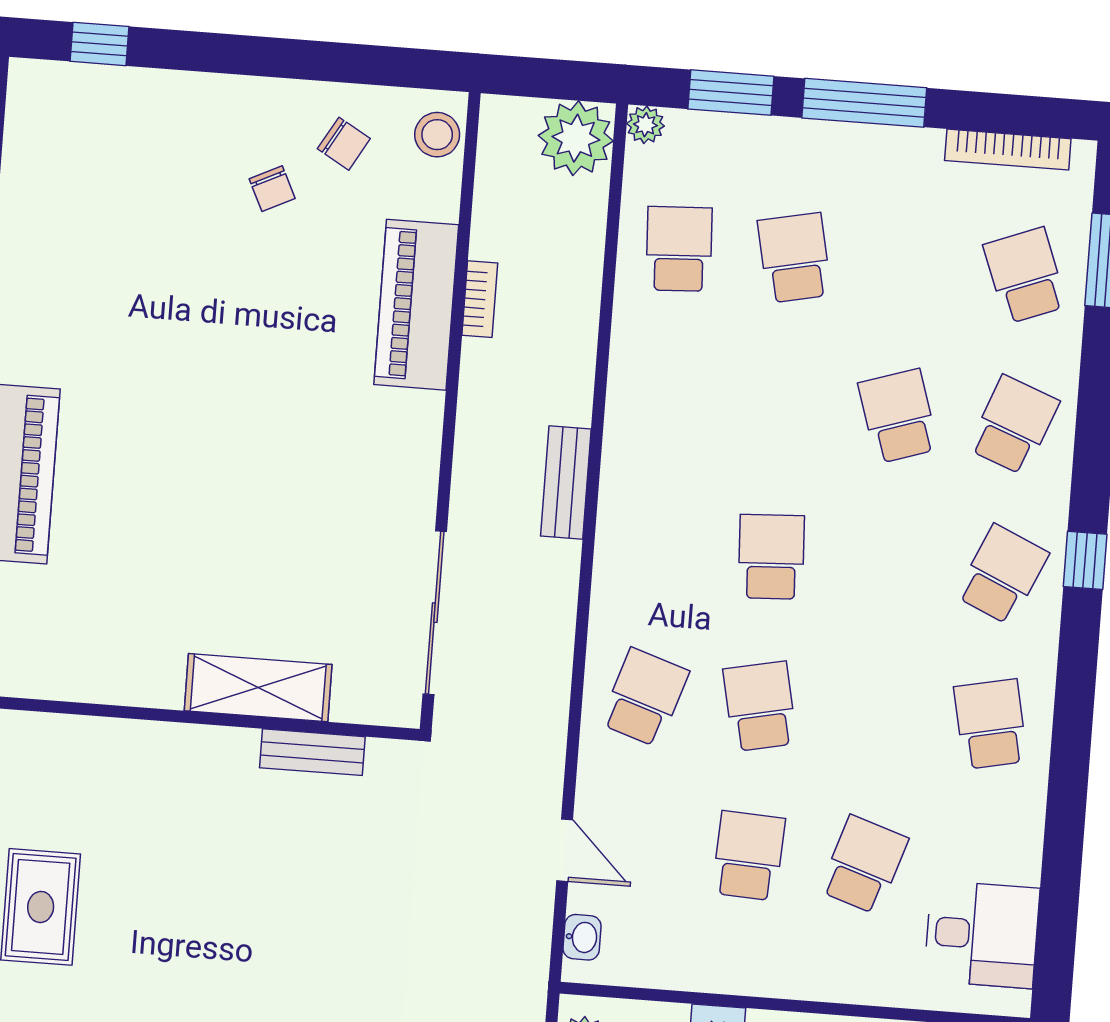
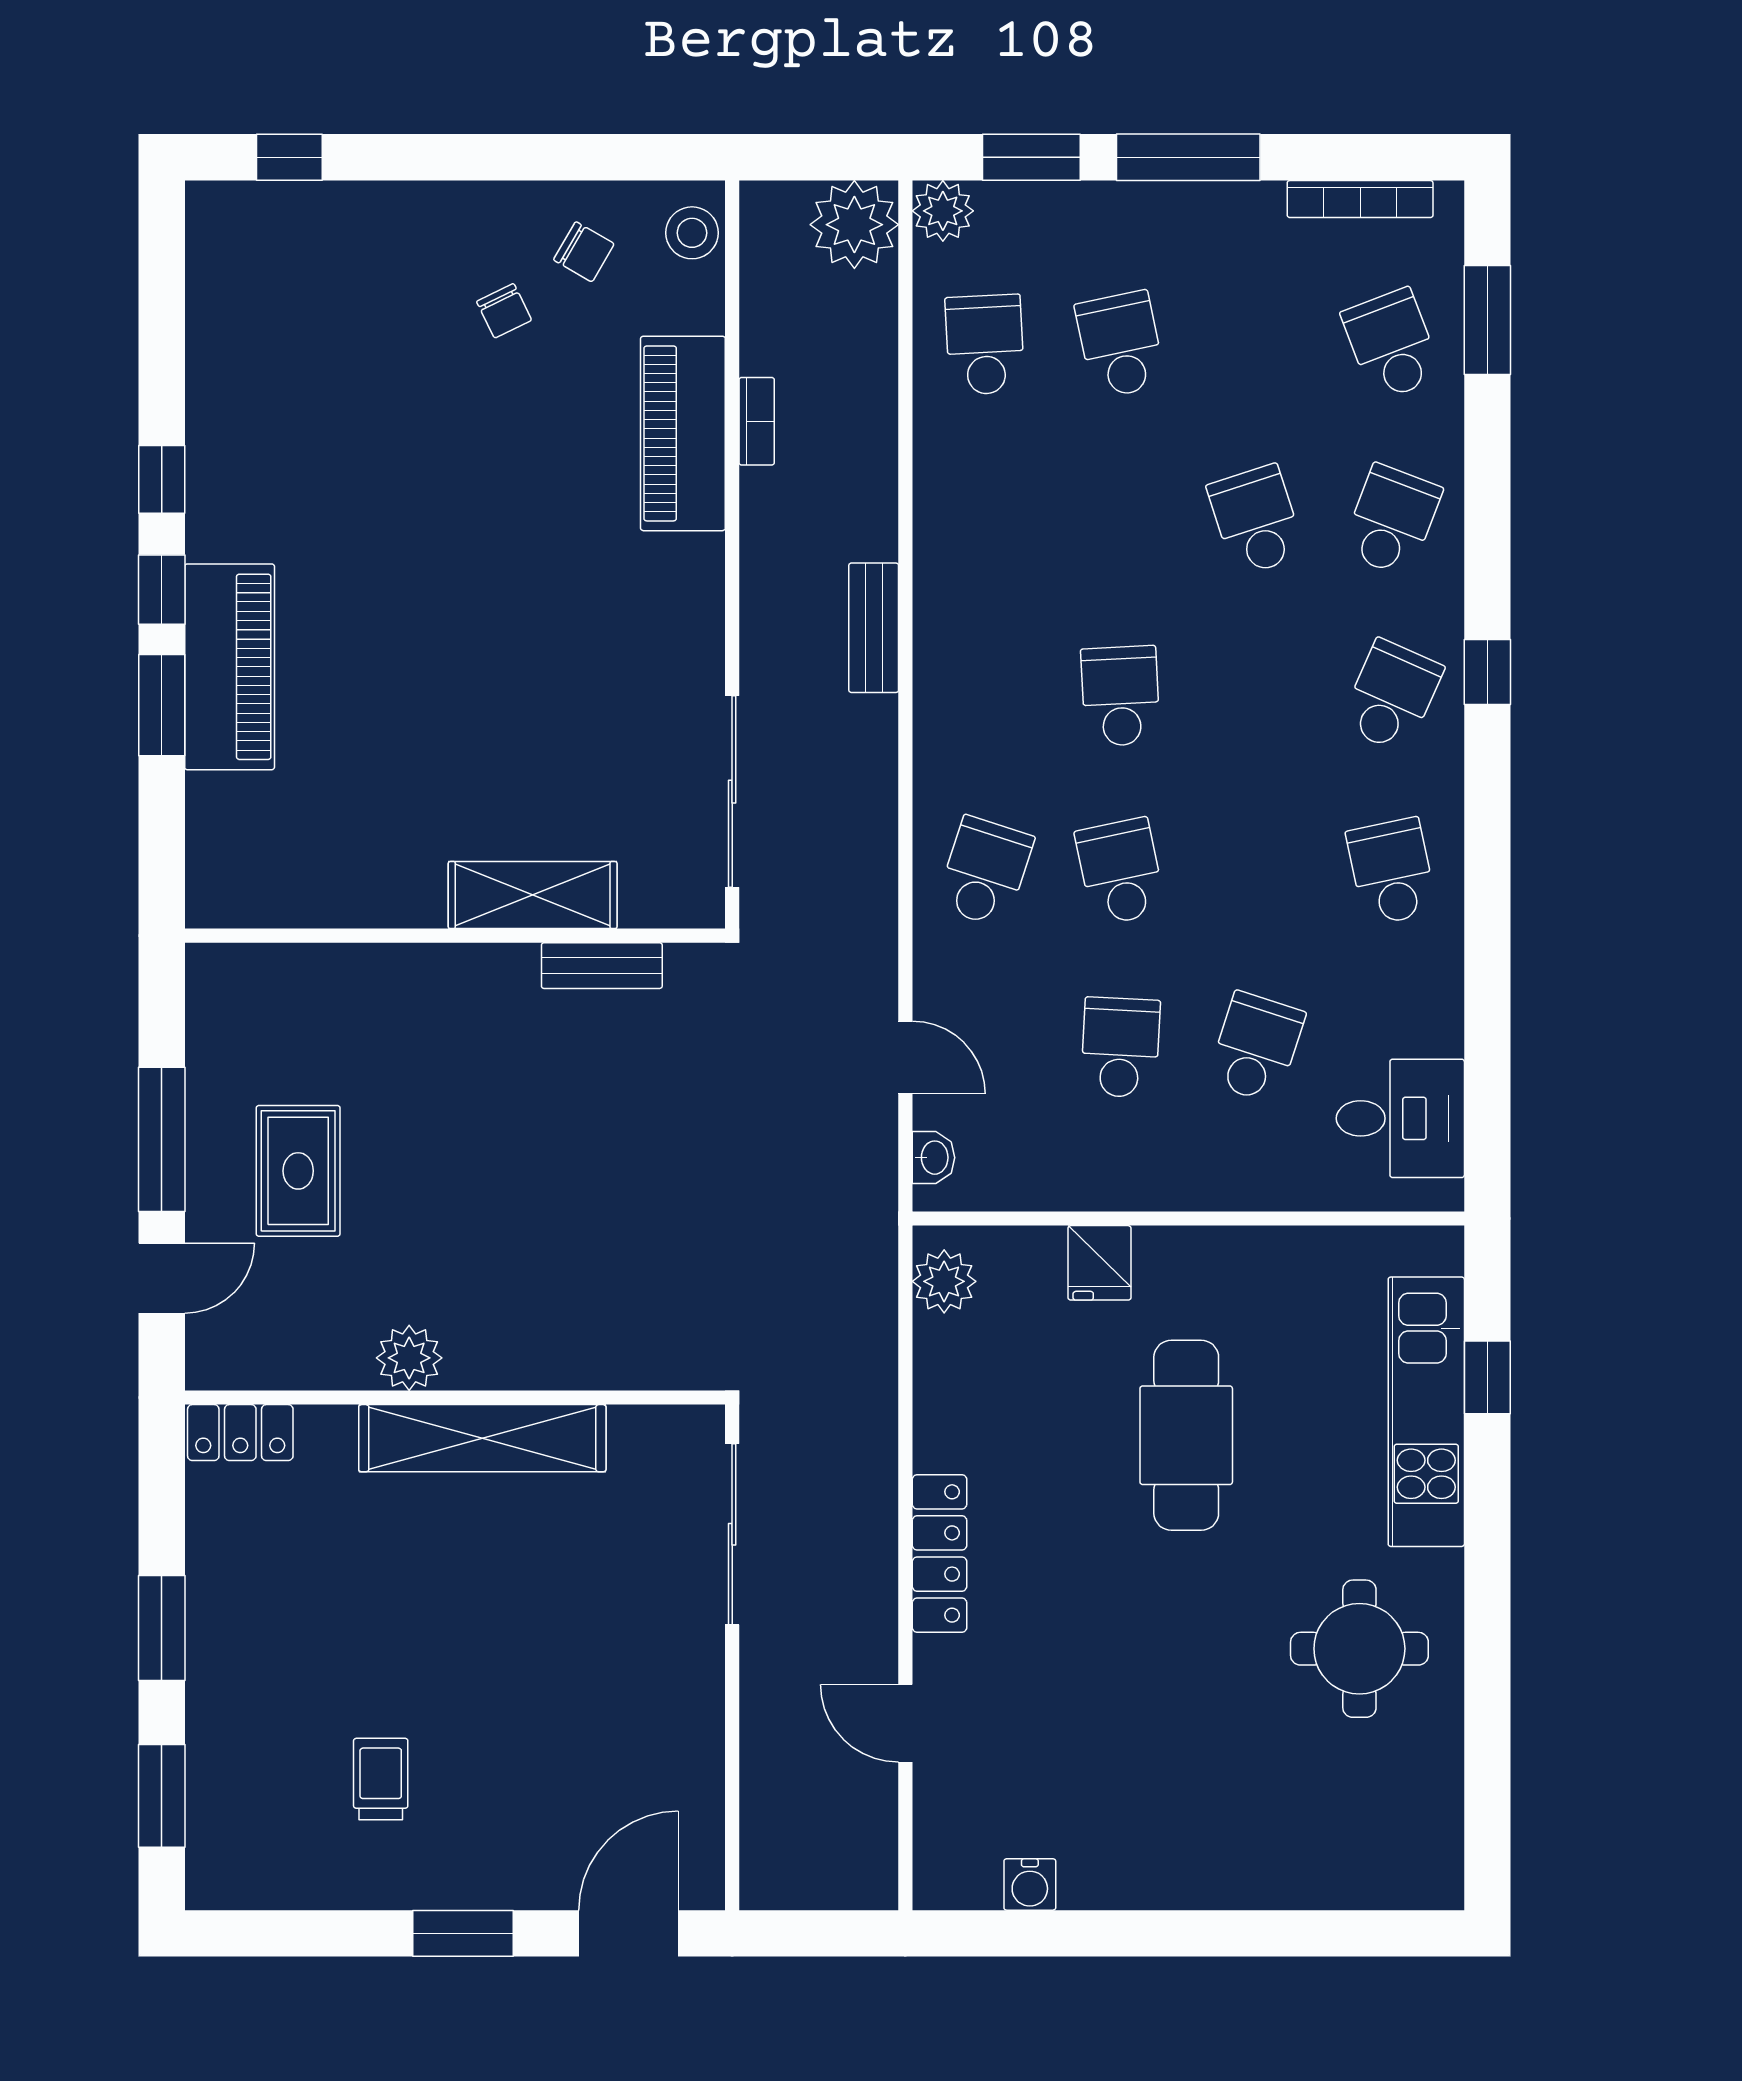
plant: (645, 125) -> (943, 211), width x1.38, depth x1.38

